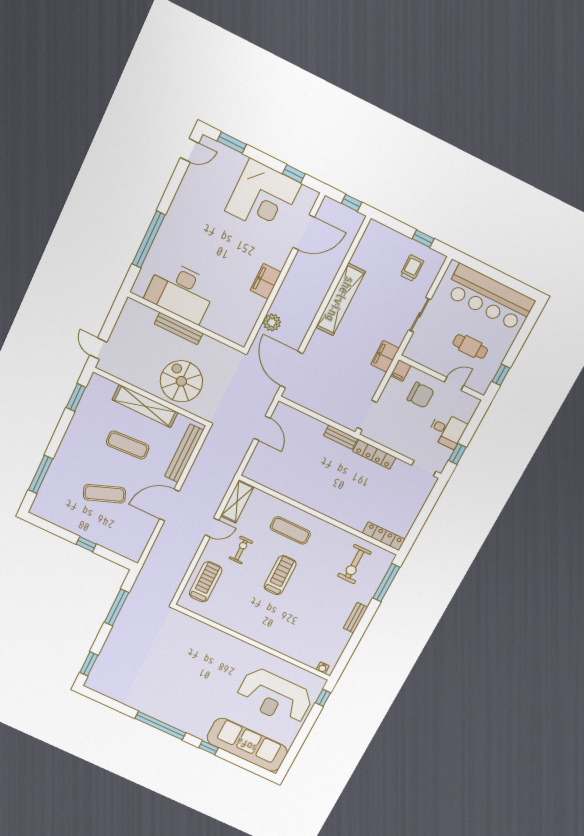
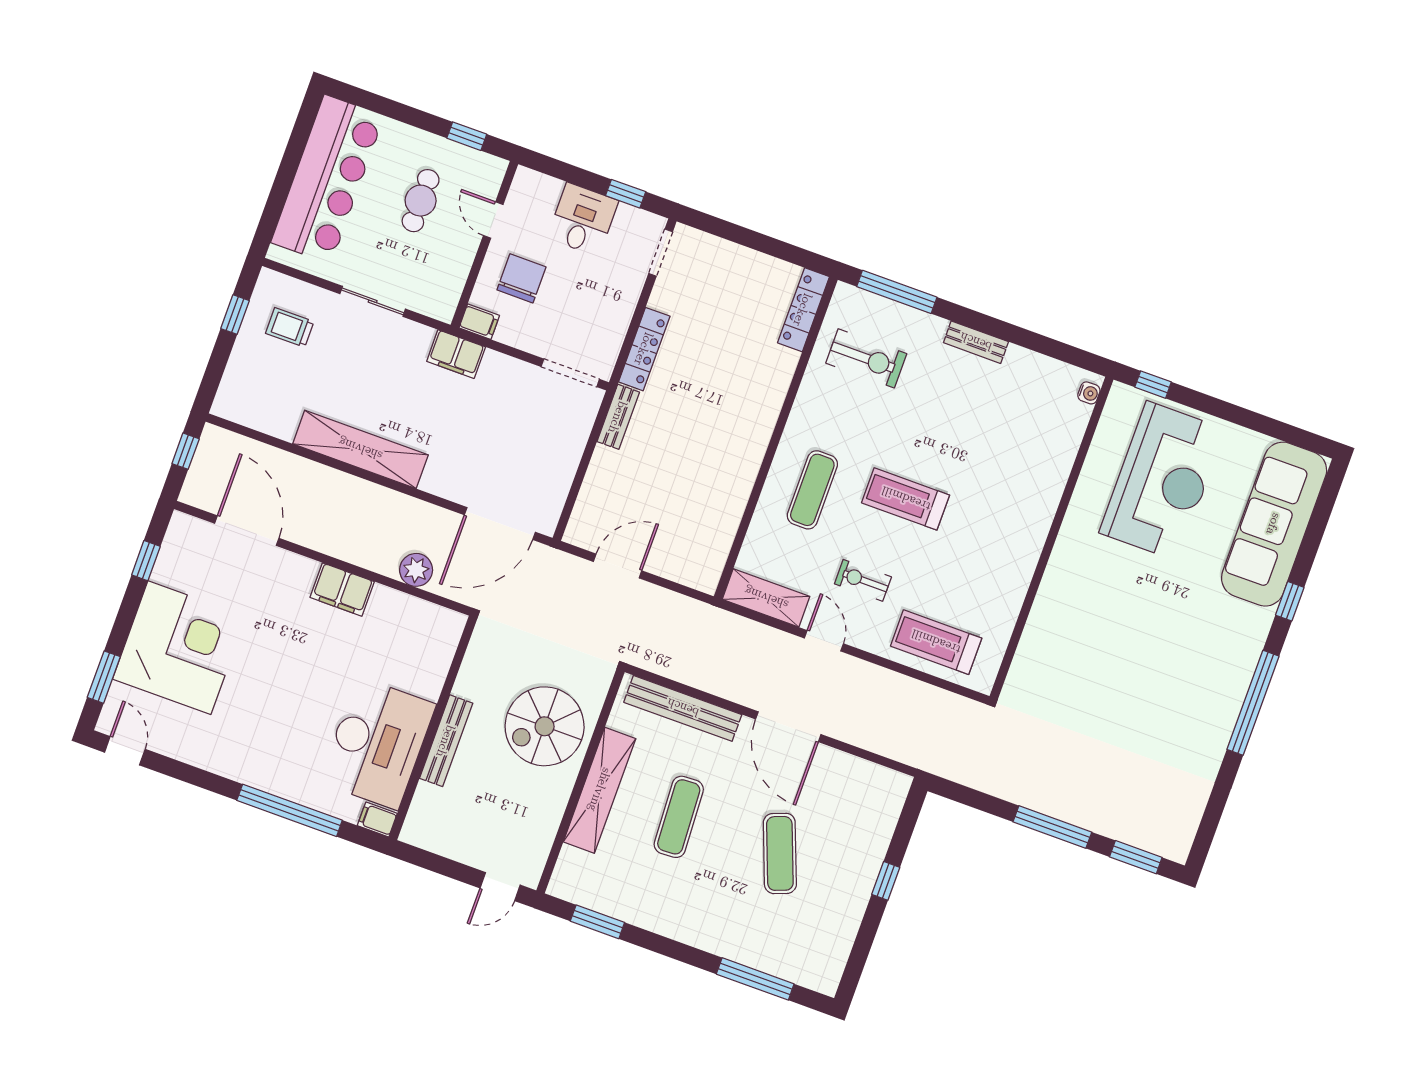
corner desk: (263, 197) -> (179, 648), moved
filing cabinet: (140, 287) -> (377, 819), added
window: (117, 607) -> (1052, 827), moved

